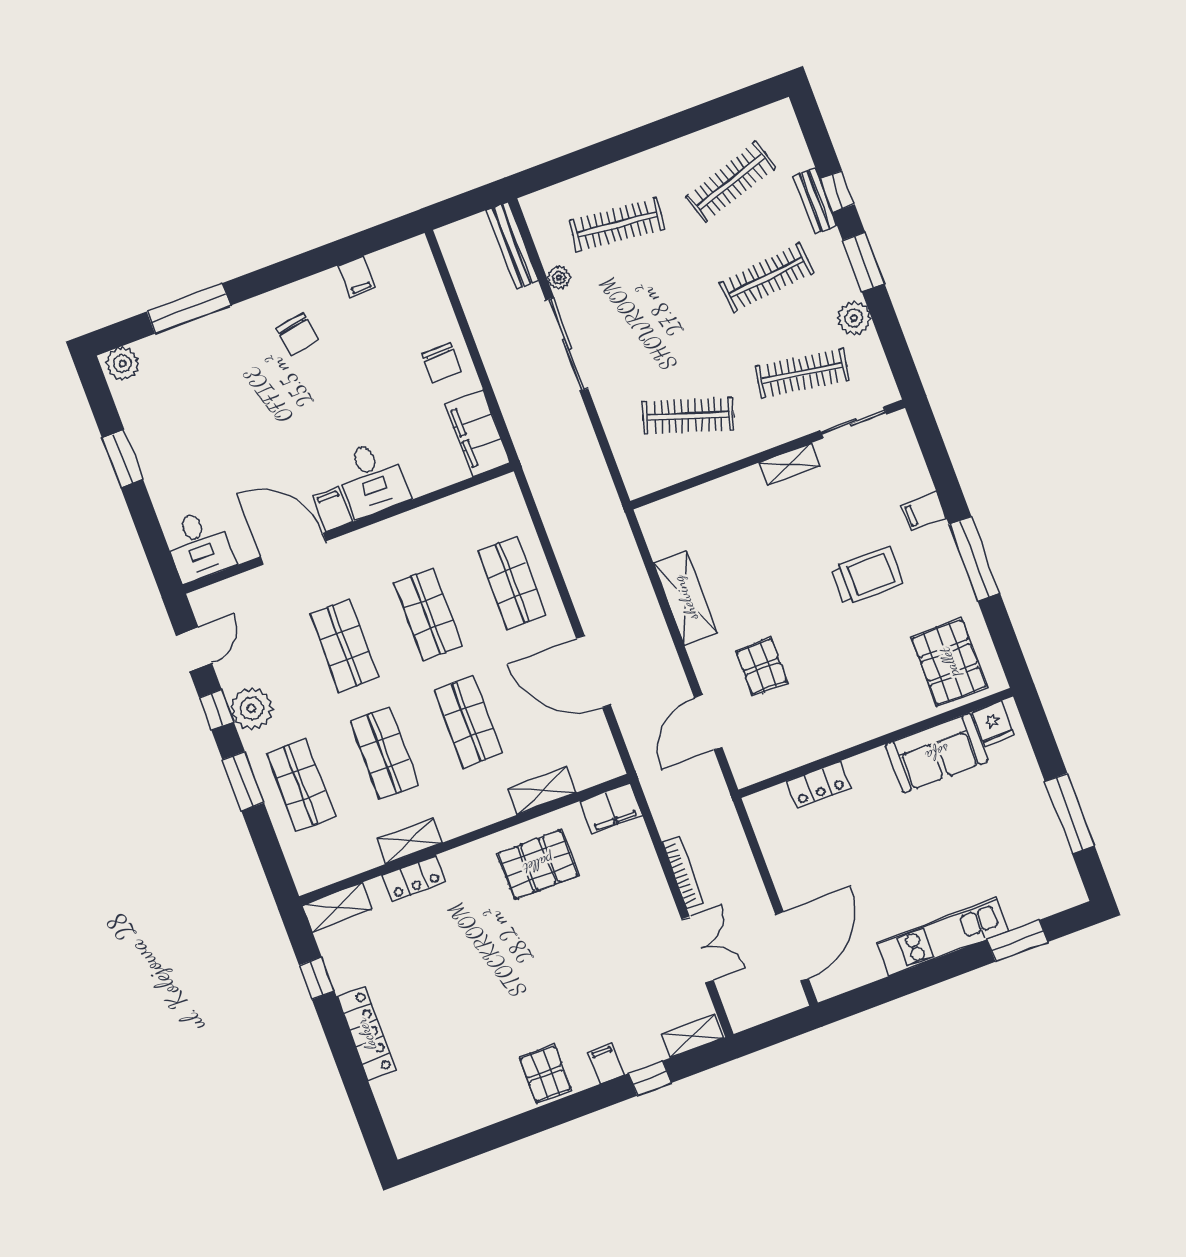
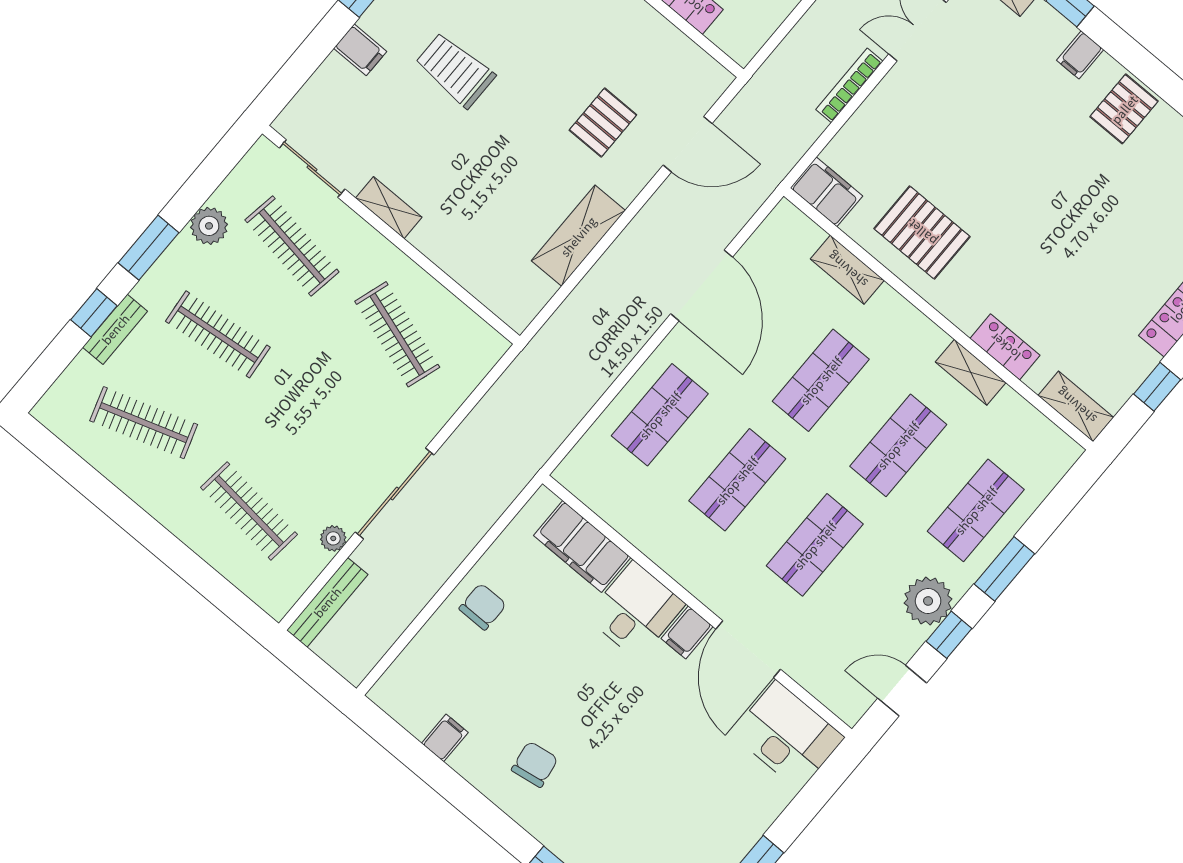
filing cabinet: (478, 433) -> (582, 546), moved, turned 90
desk: (199, 546) -> (788, 735), width x1.37

